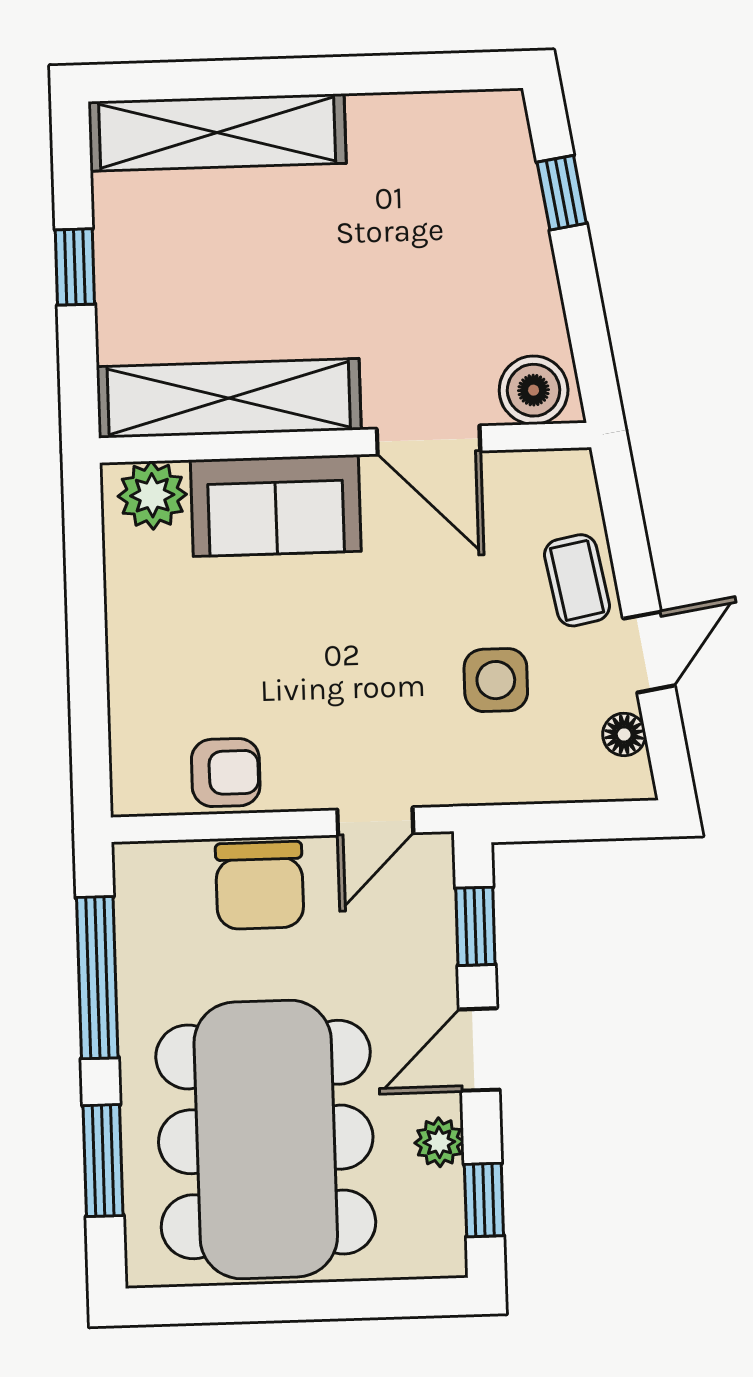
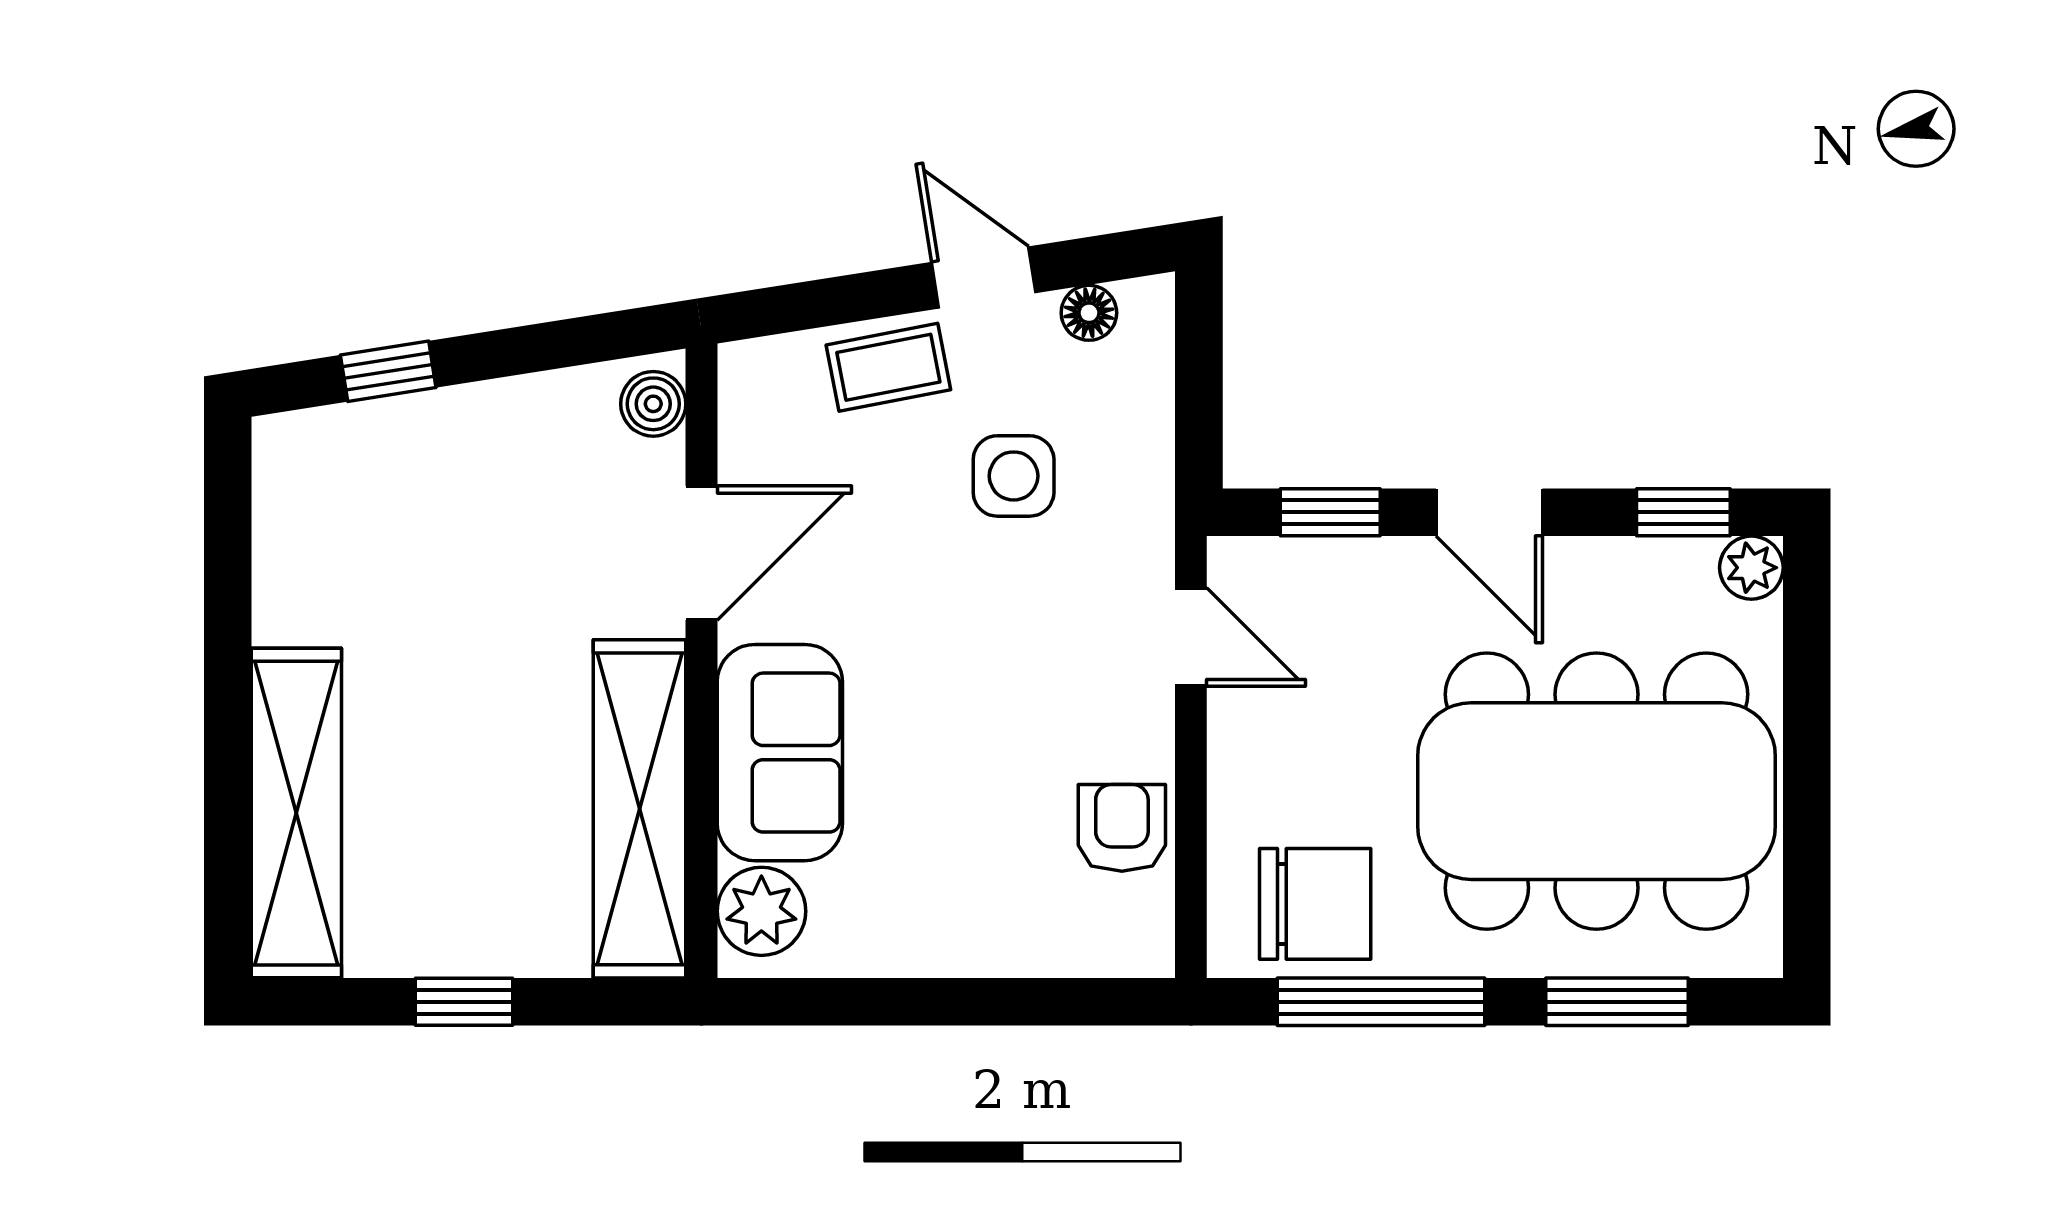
boiler: (534, 390) -> (653, 404), width x0.73, depth x0.73
chair: (260, 885) -> (1315, 904), moved
plant: (439, 1142) -> (1751, 568), moved

